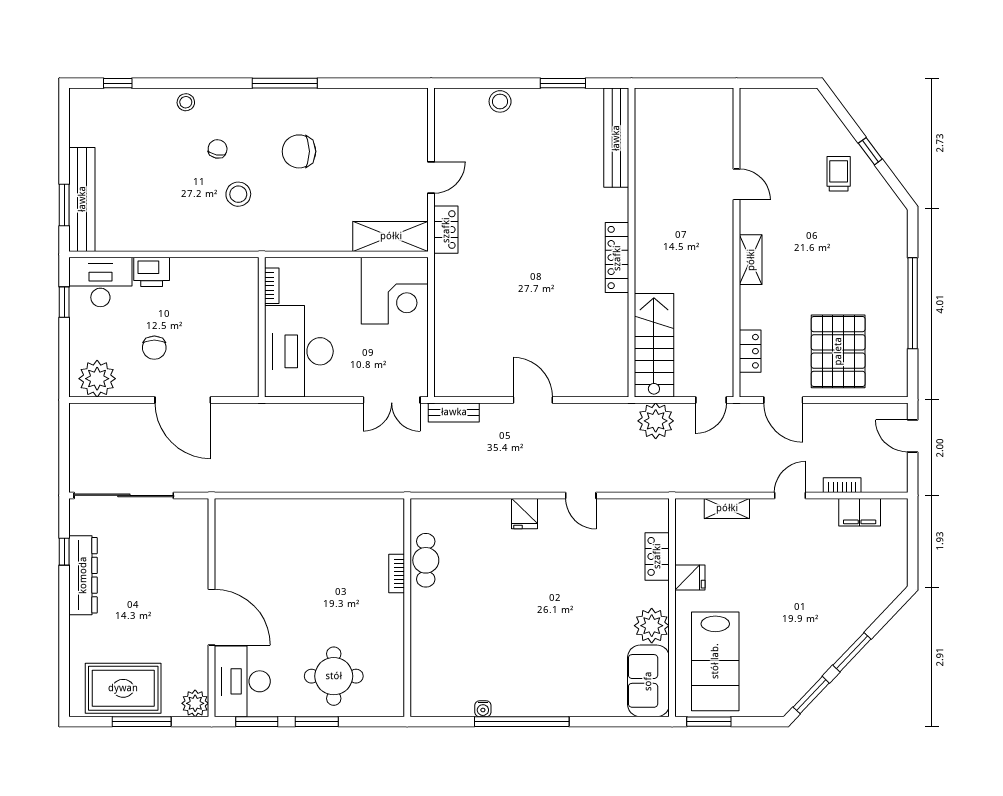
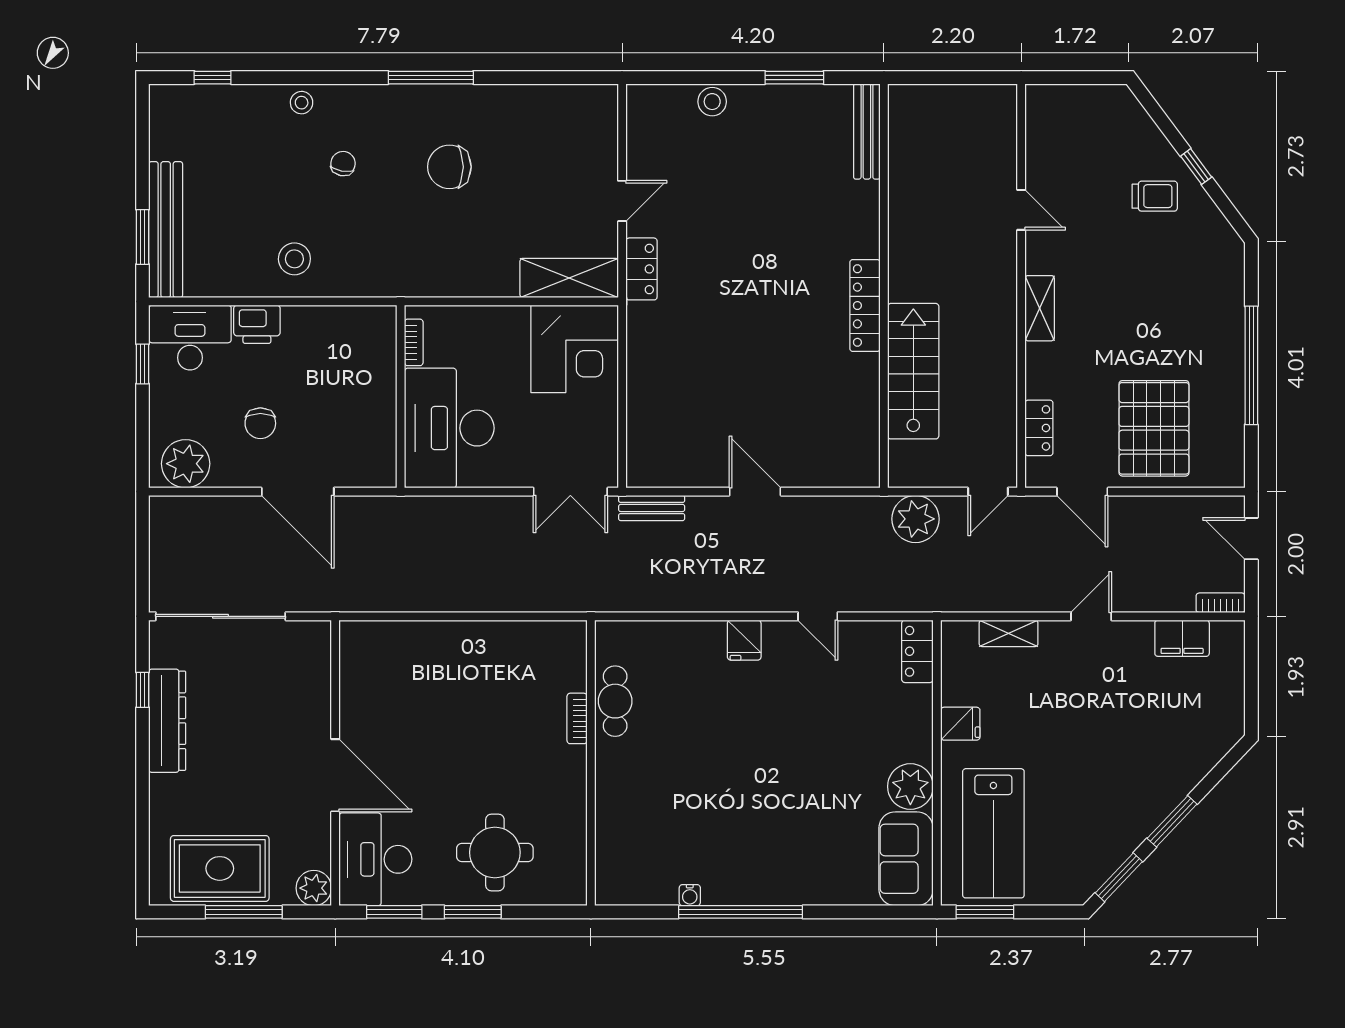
bench: (616, 138) -> (867, 131), width x0.73, depth x0.82
trolley: (839, 174) -> (1155, 196), turned 90
stool: (238, 194) -> (294, 259), moved
stairs: (654, 345) -> (913, 371), moved
bookcase: (842, 485) -> (1221, 603), moved
locker: (657, 556) -> (917, 651), moved

